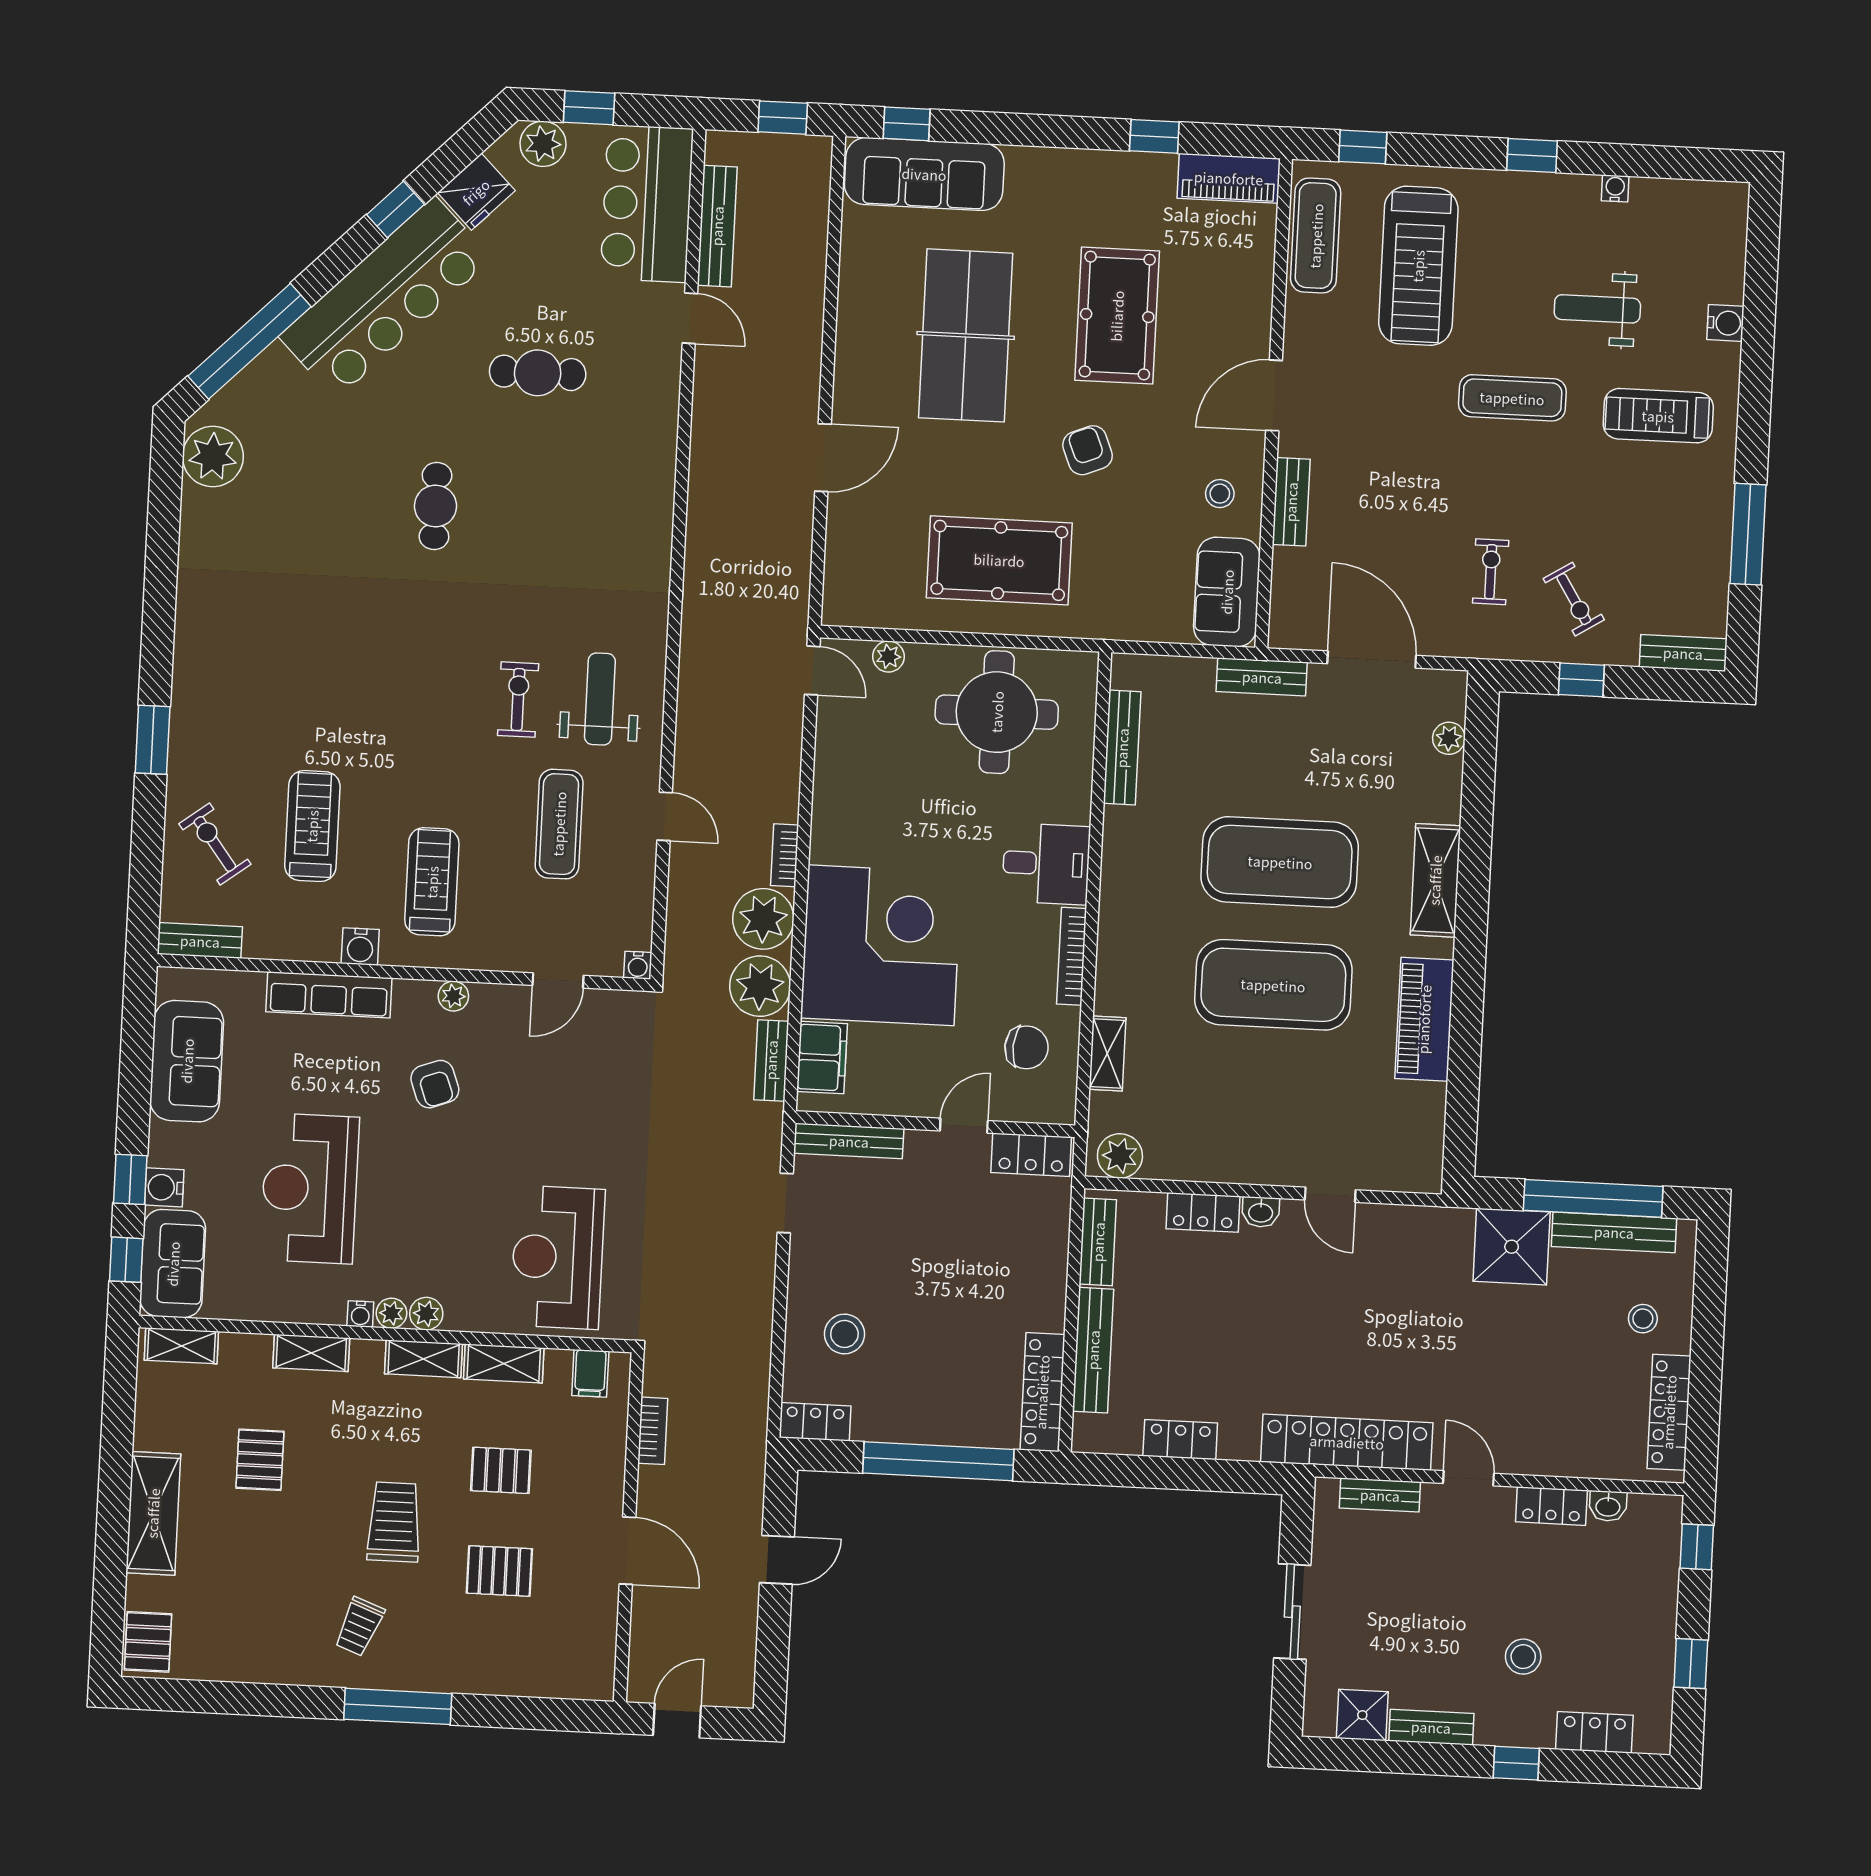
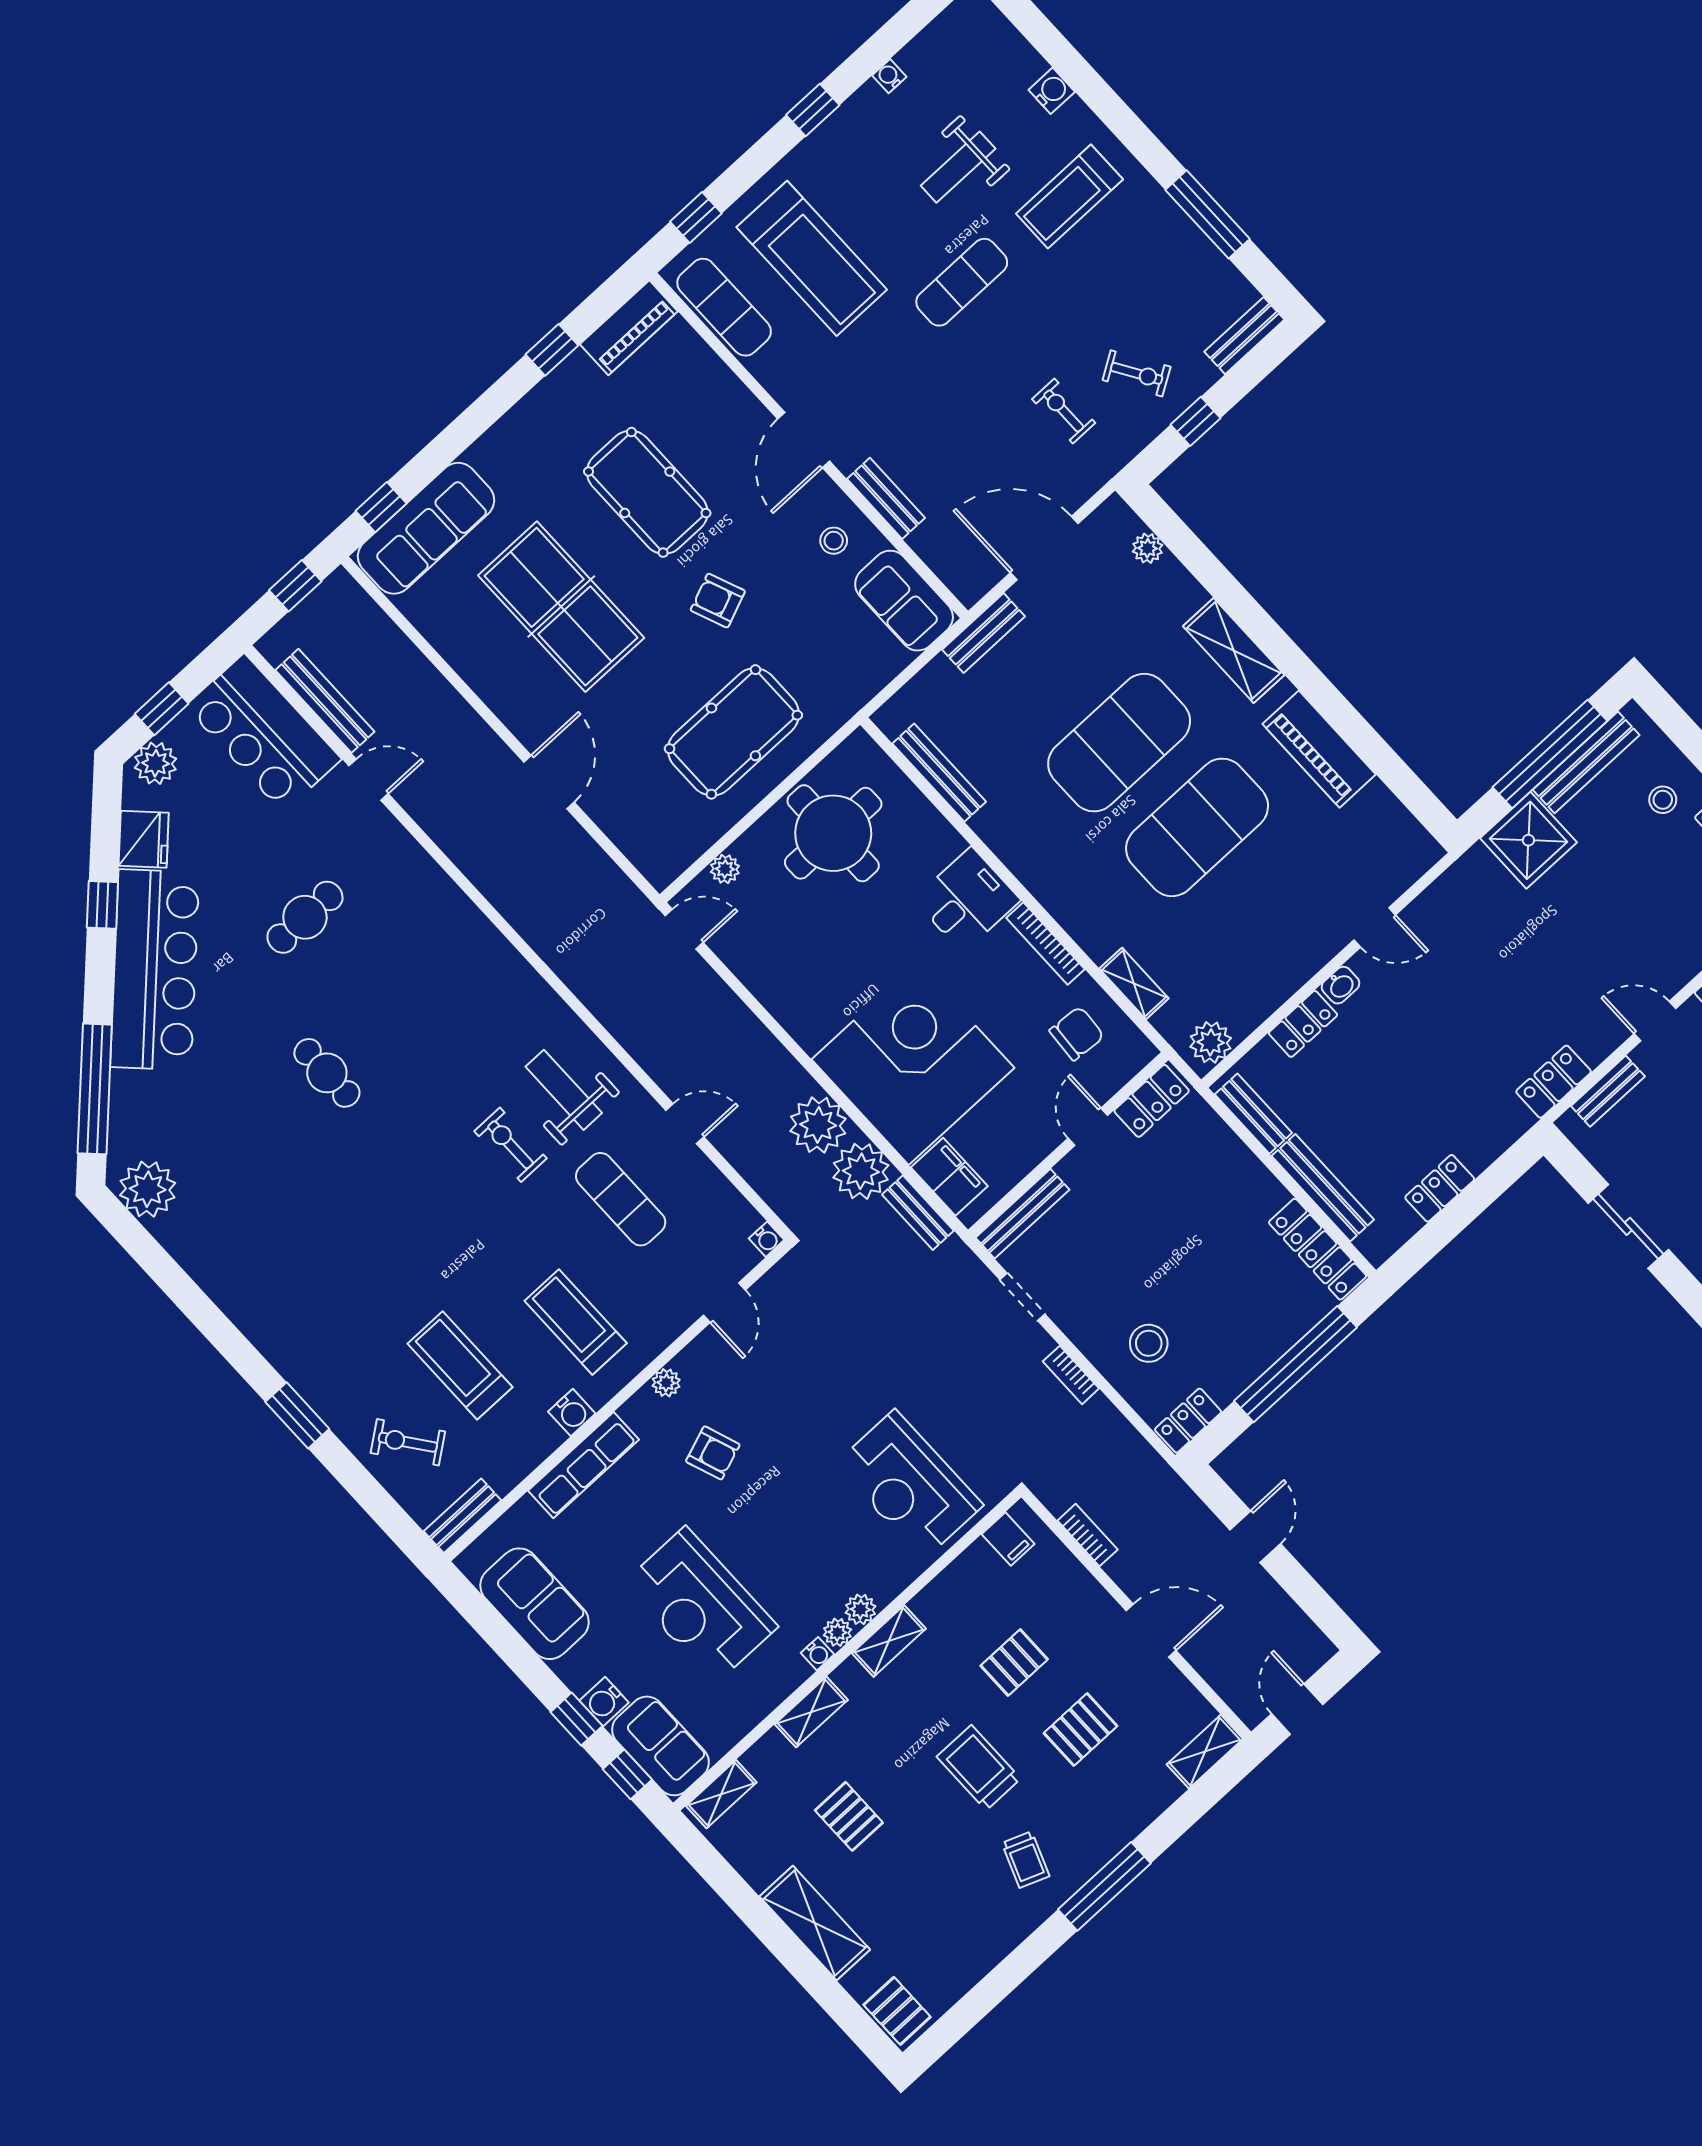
bookcase: (785, 855) -> (1071, 1375), moved
shelving: (504, 1363) -> (1205, 1752), moved
locker: (1347, 1442) -> (1554, 1082), width x0.46, depth x0.83

